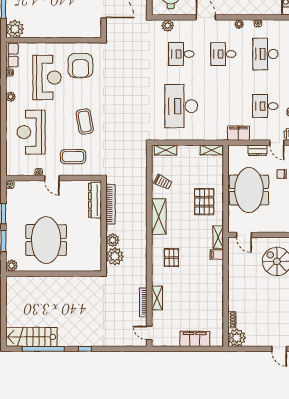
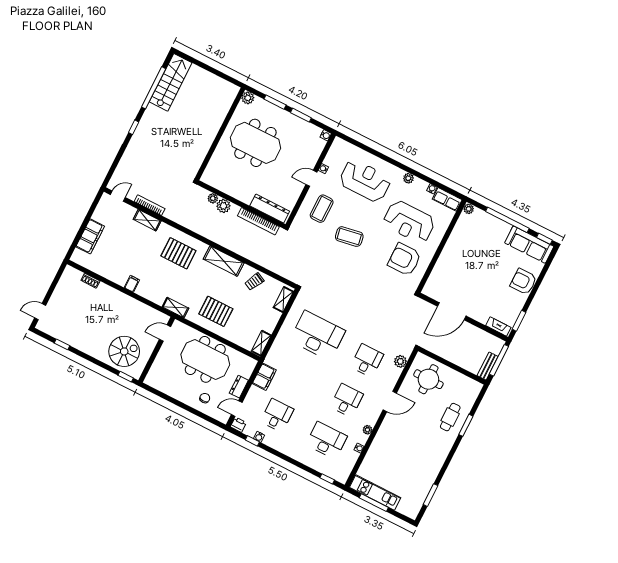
plant: (15, 29) -> (469, 209), width x0.53, depth x0.53
filing cabinet: (217, 254) -> (132, 284), moved
plant: (115, 256) -> (213, 198), width x0.53, depth x0.53
pallet: (171, 258) -> (178, 253), width x1.50, depth x1.42
plant: (237, 338) -> (71, 277), removed

